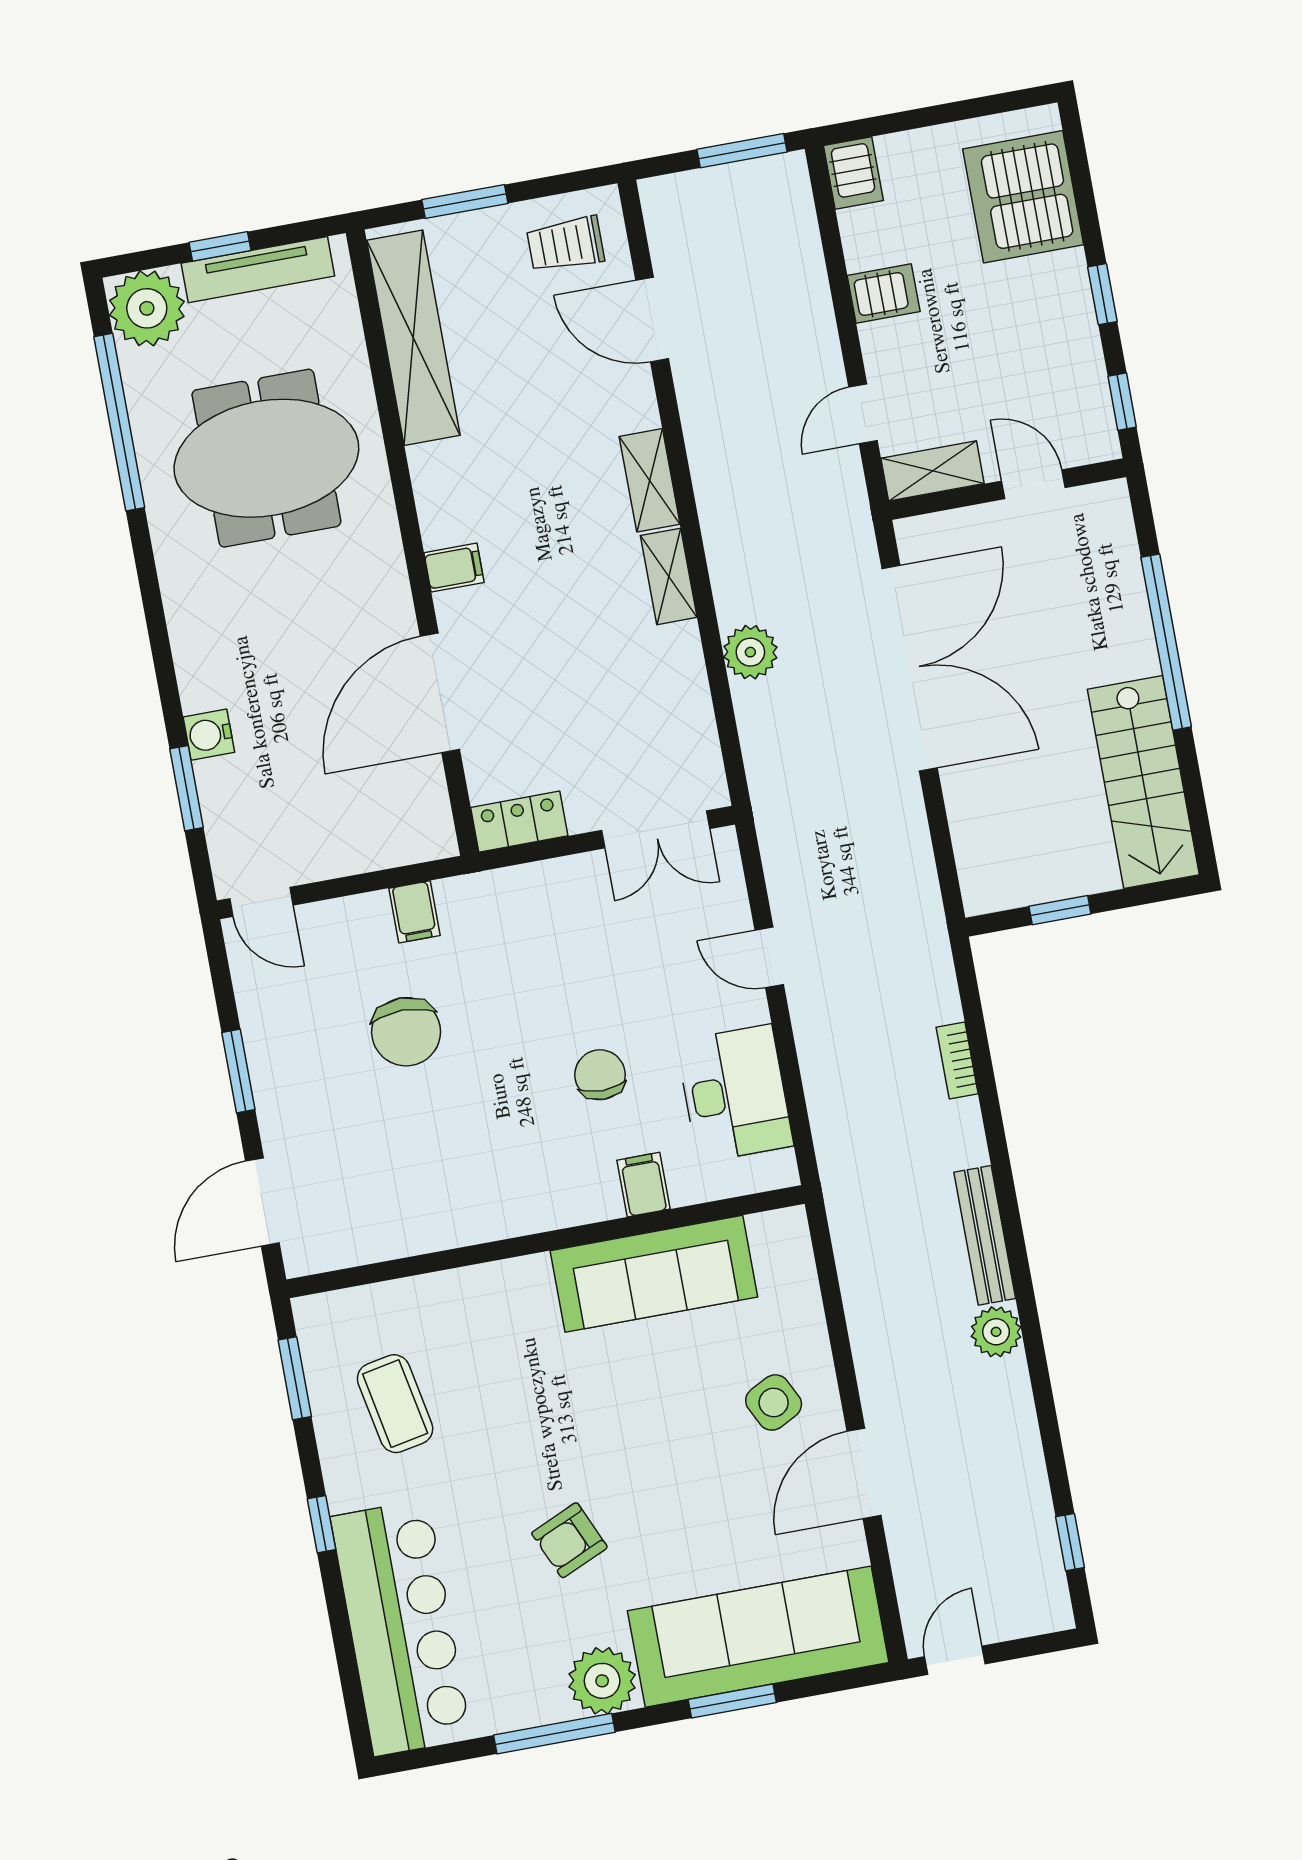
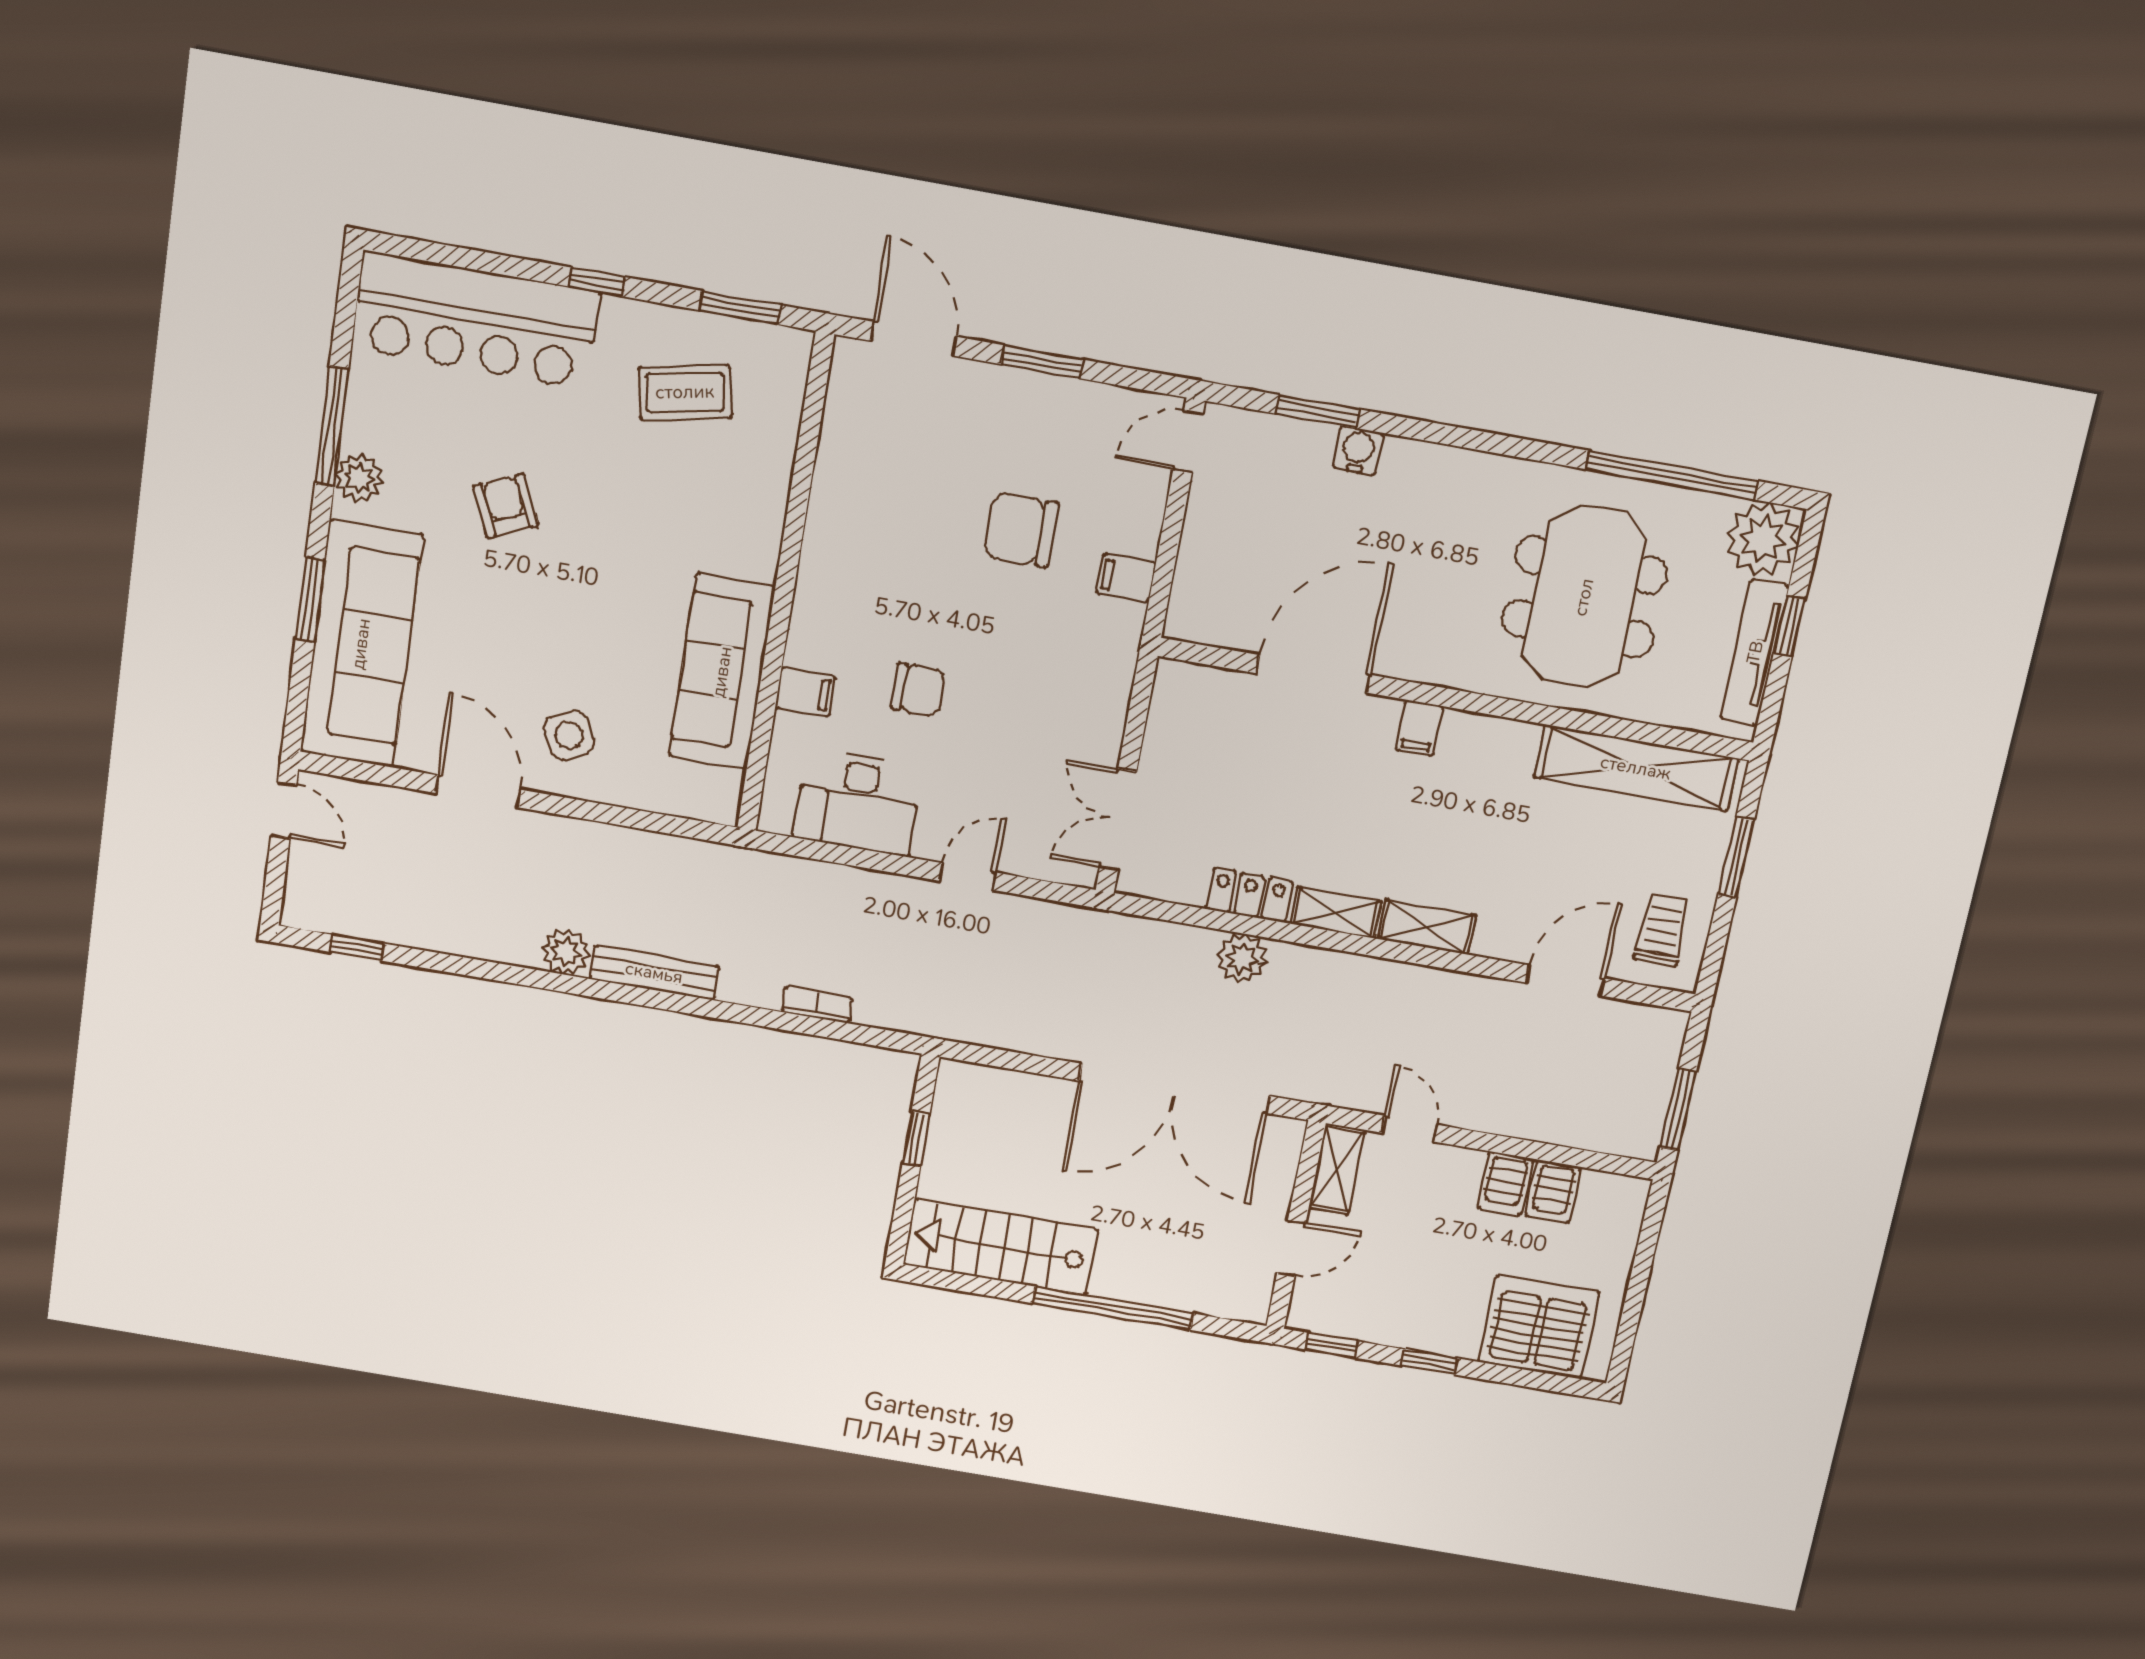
server rack: (853, 173) -> (1553, 1192), moved, turned -90
door: (440, 693) -> (1313, 674), hinge flipped
locker: (519, 822) -> (1249, 895), moved, turned -90
plant: (602, 1681) -> (359, 478), width x0.73, depth x0.73

